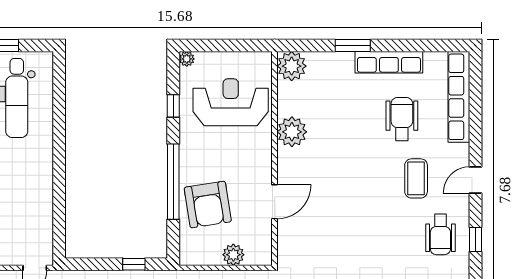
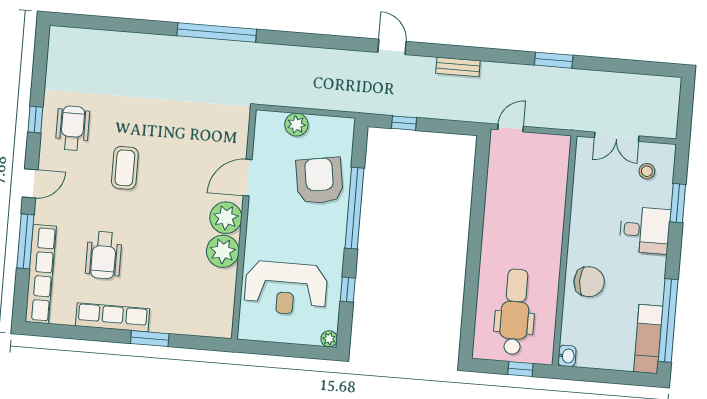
plant: (292, 66) -> (226, 218), moved
window: (475, 126) -> (25, 241), added
coffee table: (416, 178) -> (125, 168), moved

